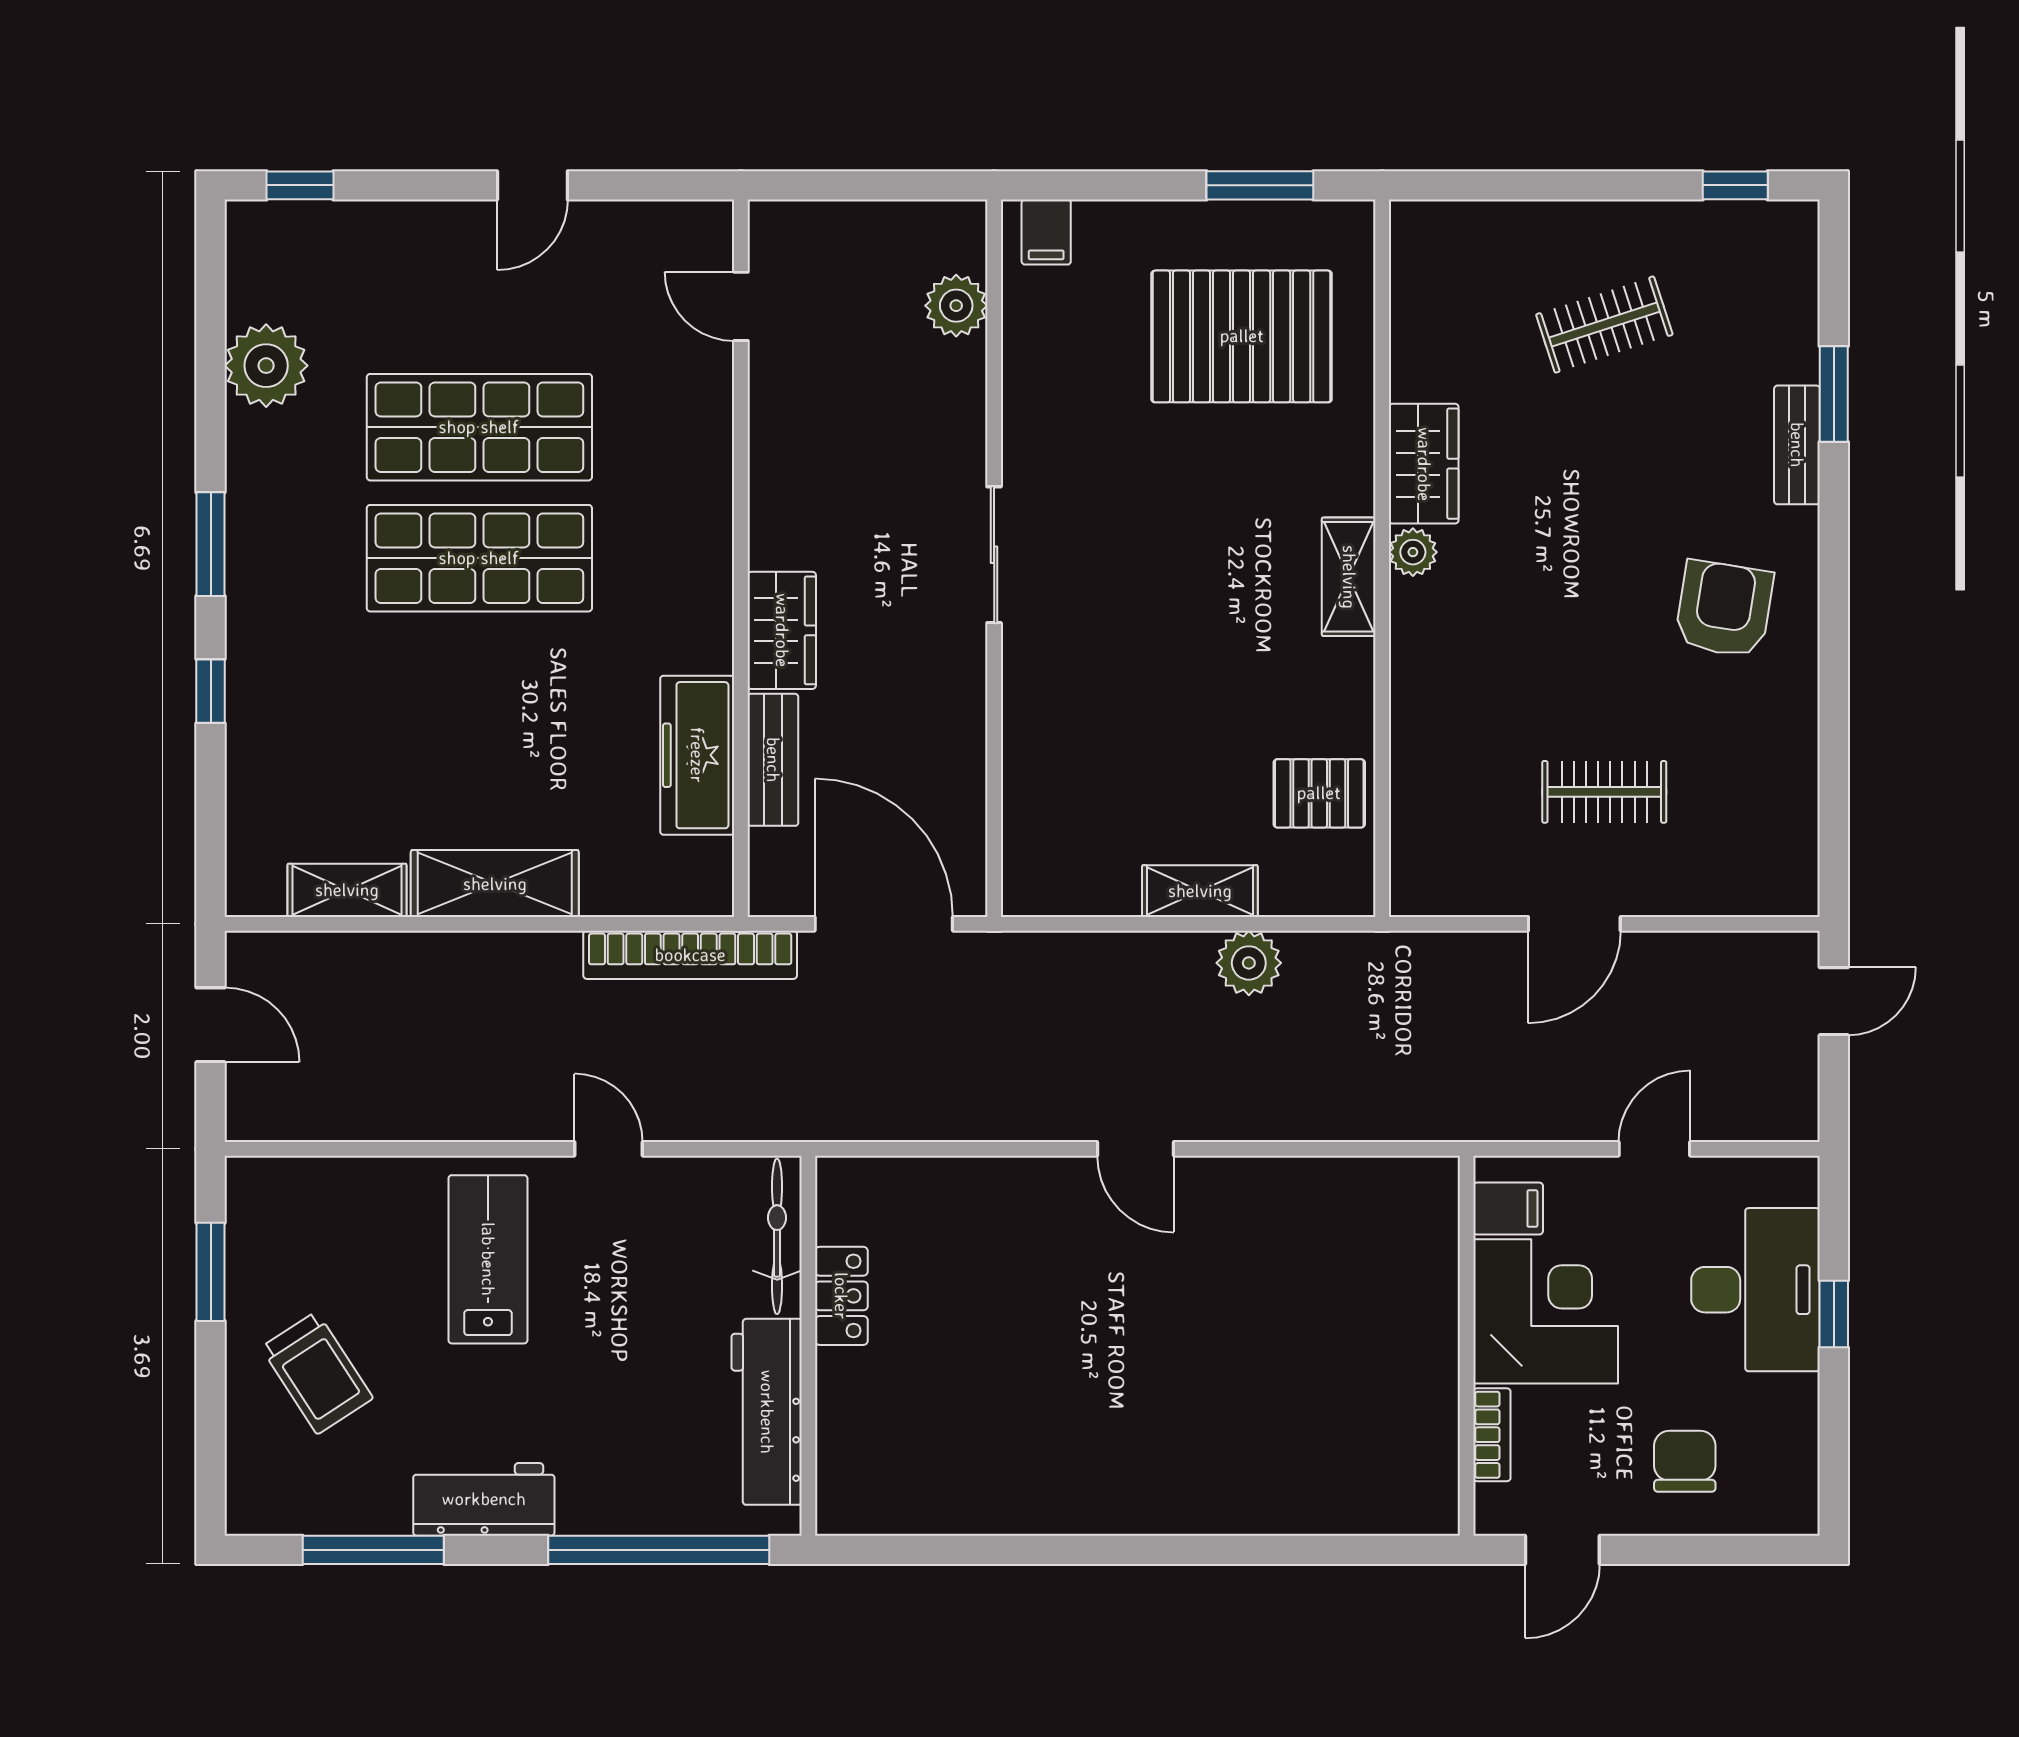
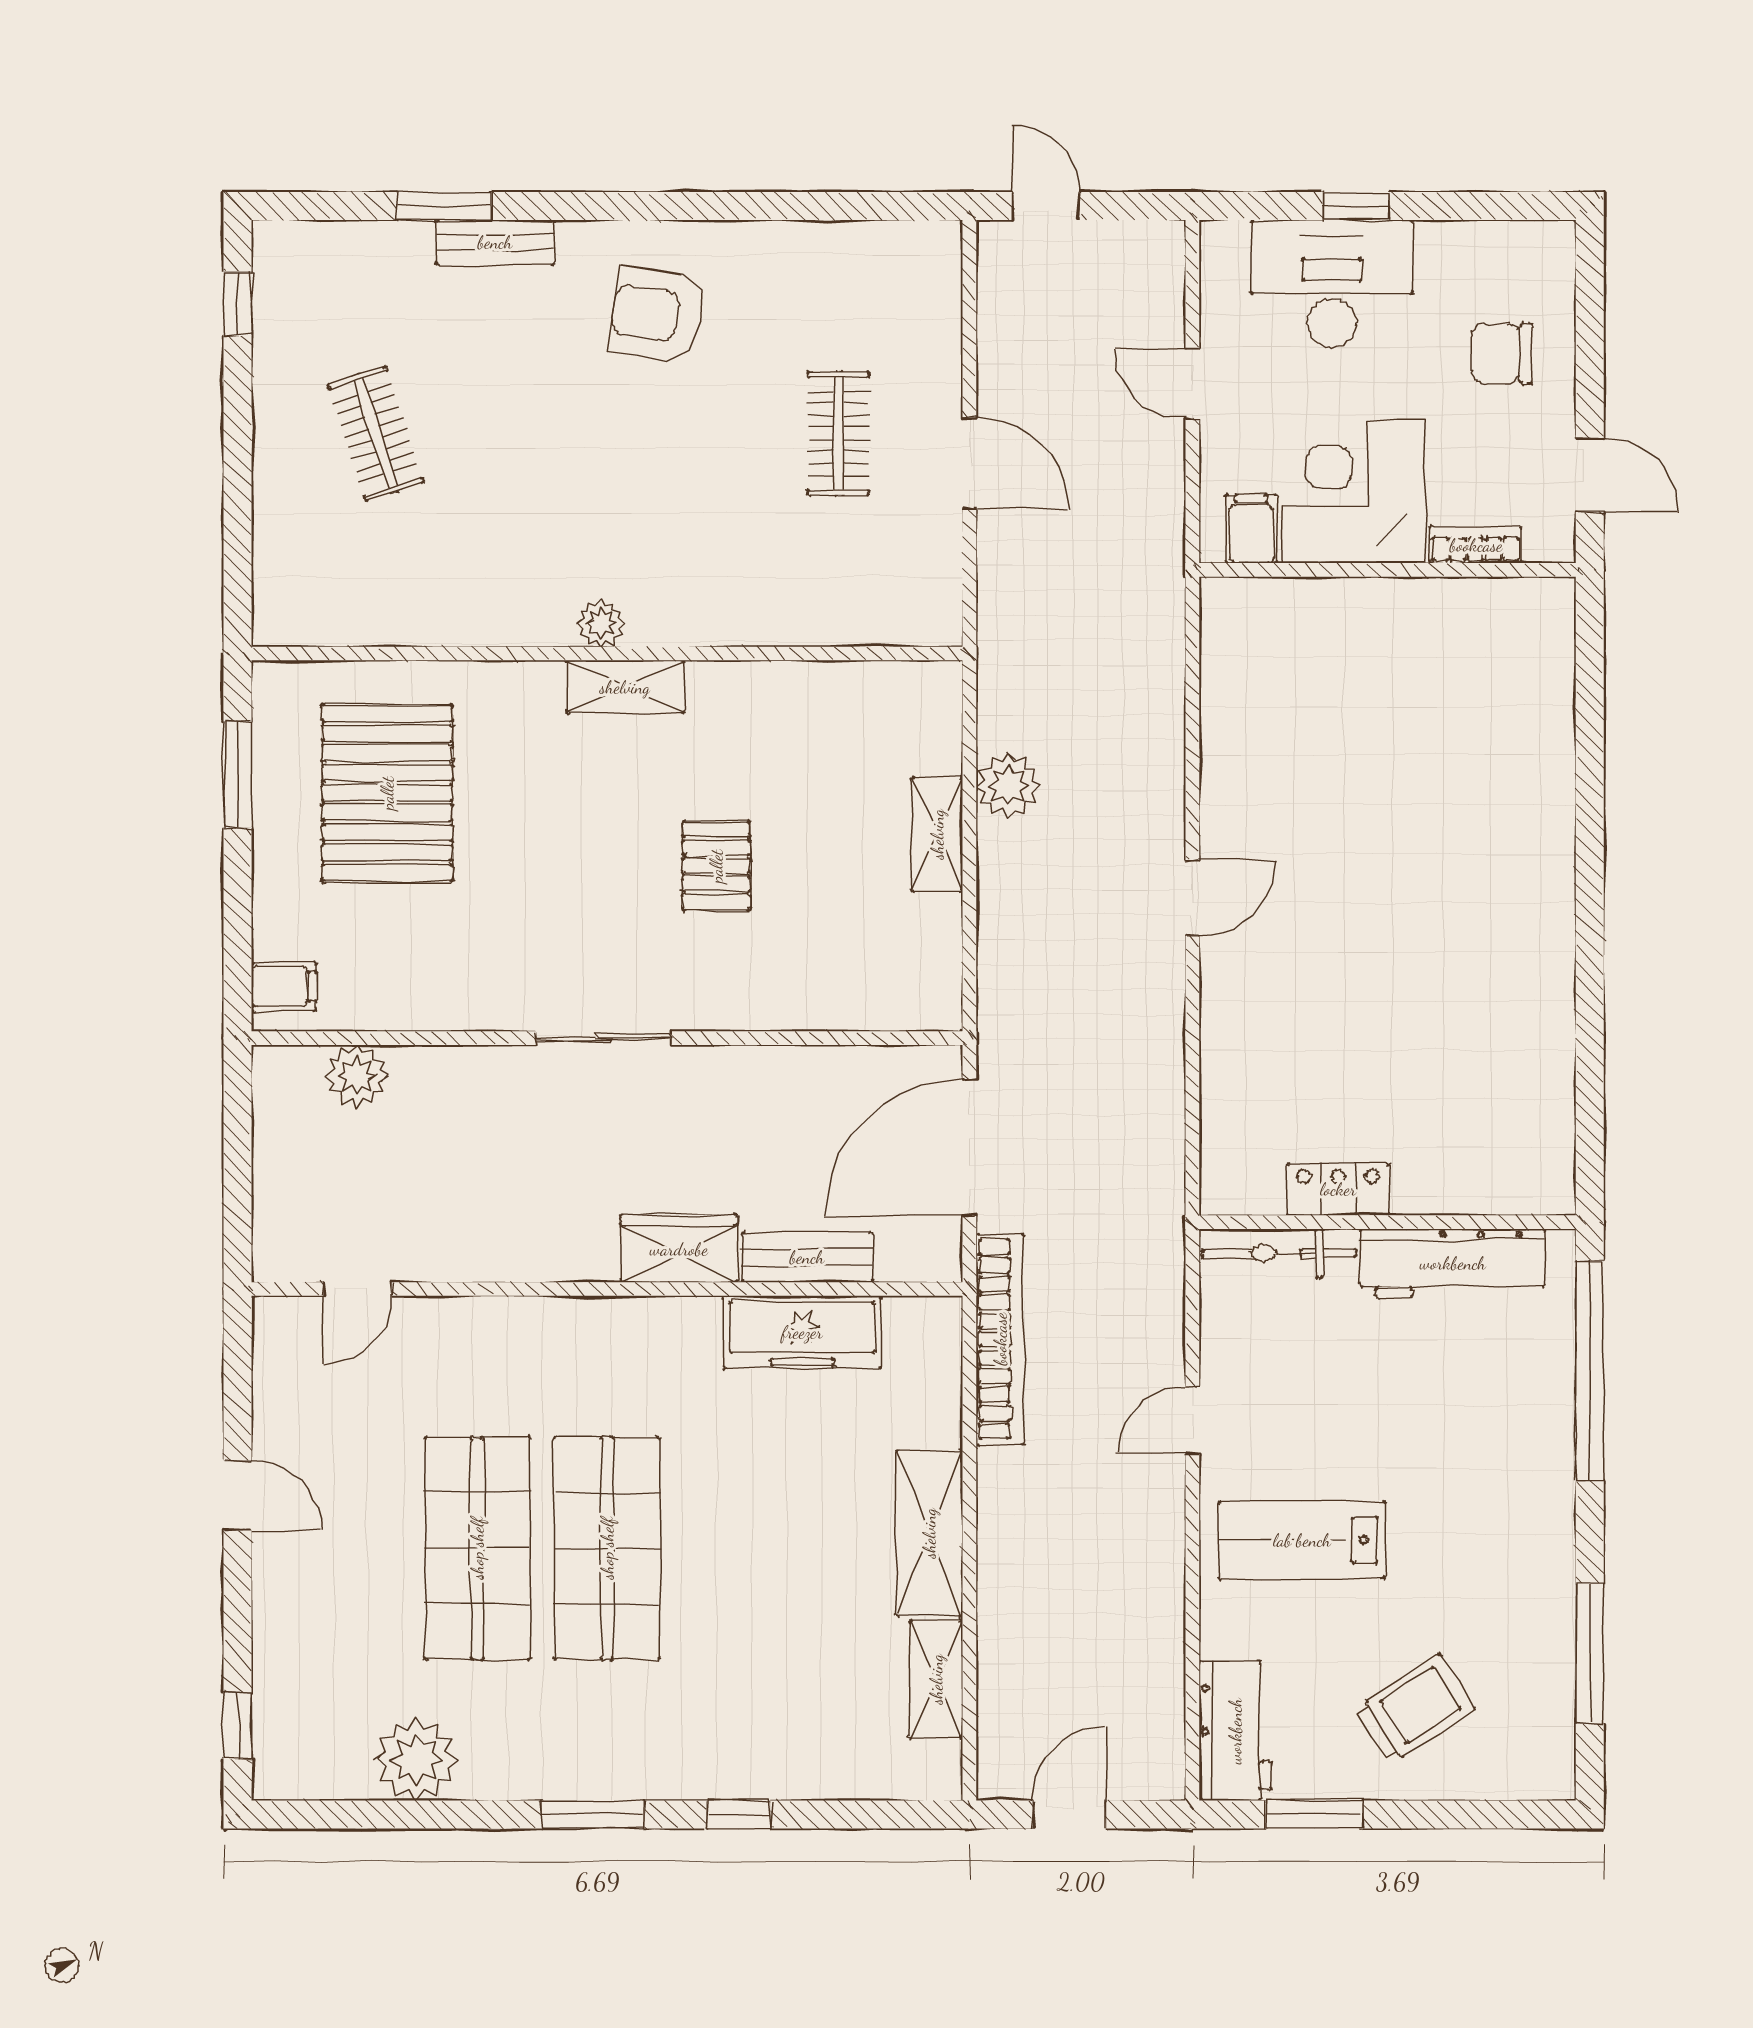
wardrobe: (1424, 464) -> (513, 612), removed
pallet: (1319, 793) -> (716, 866), moved
workbench: (484, 1499) -> (1235, 1731), moved, turned 180

